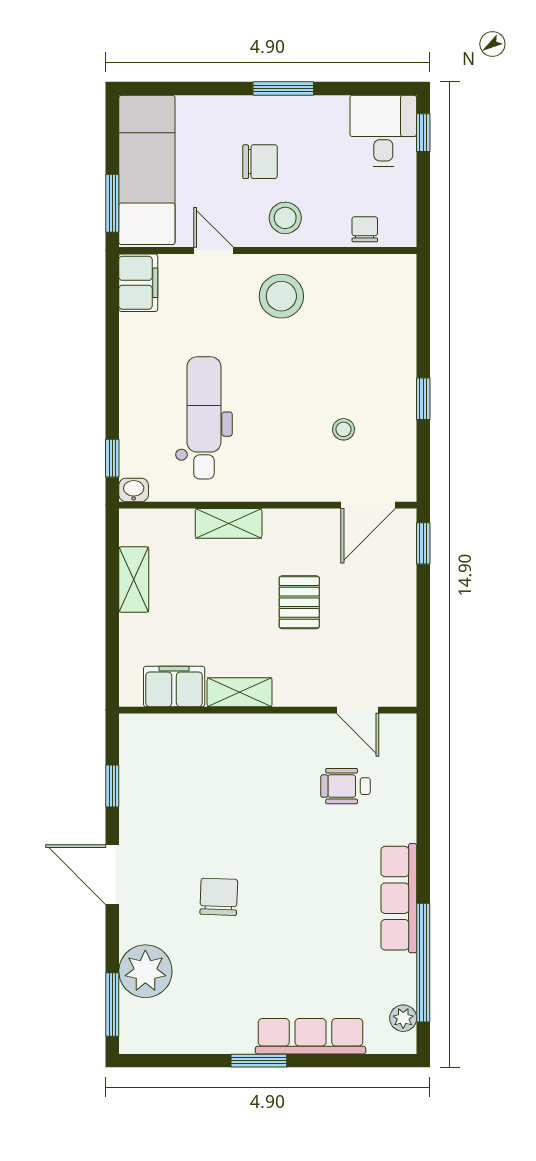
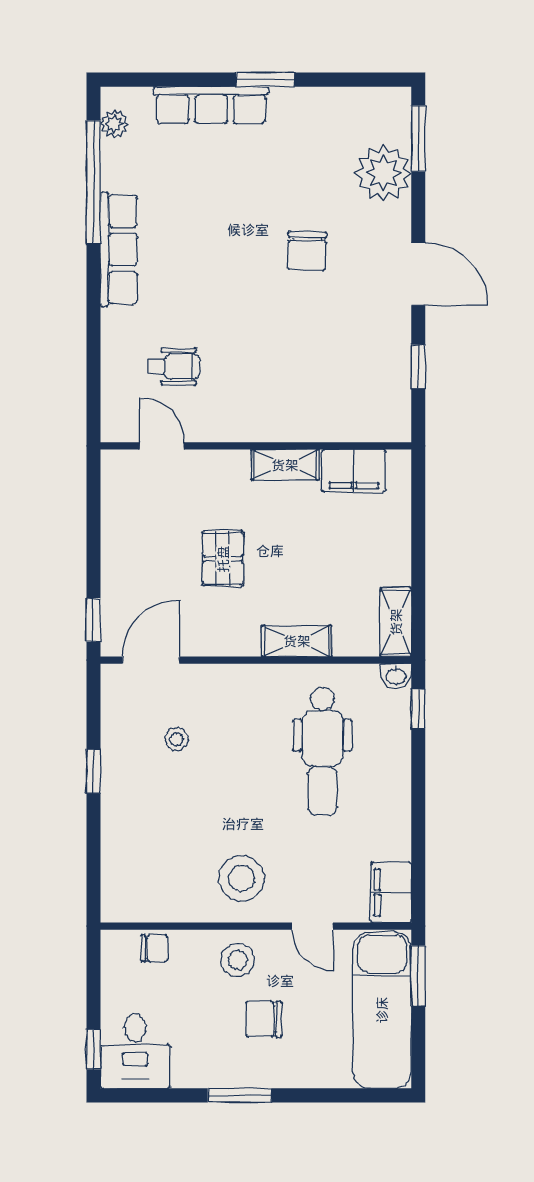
chair: (365, 229) -> (154, 948), turned -90
shelving: (134, 580) -> (396, 622), moved

